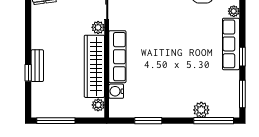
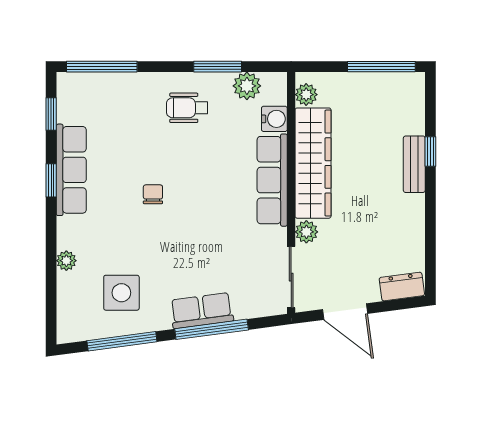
row of seats: (231, 44) -> (71, 170), moved
chair: (185, 49) -> (153, 194), added
window: (242, 94) -> (51, 114), width x0.67
wheelchair: (165, 97) -> (187, 108), added
plant: (201, 110) -> (247, 86), moved

